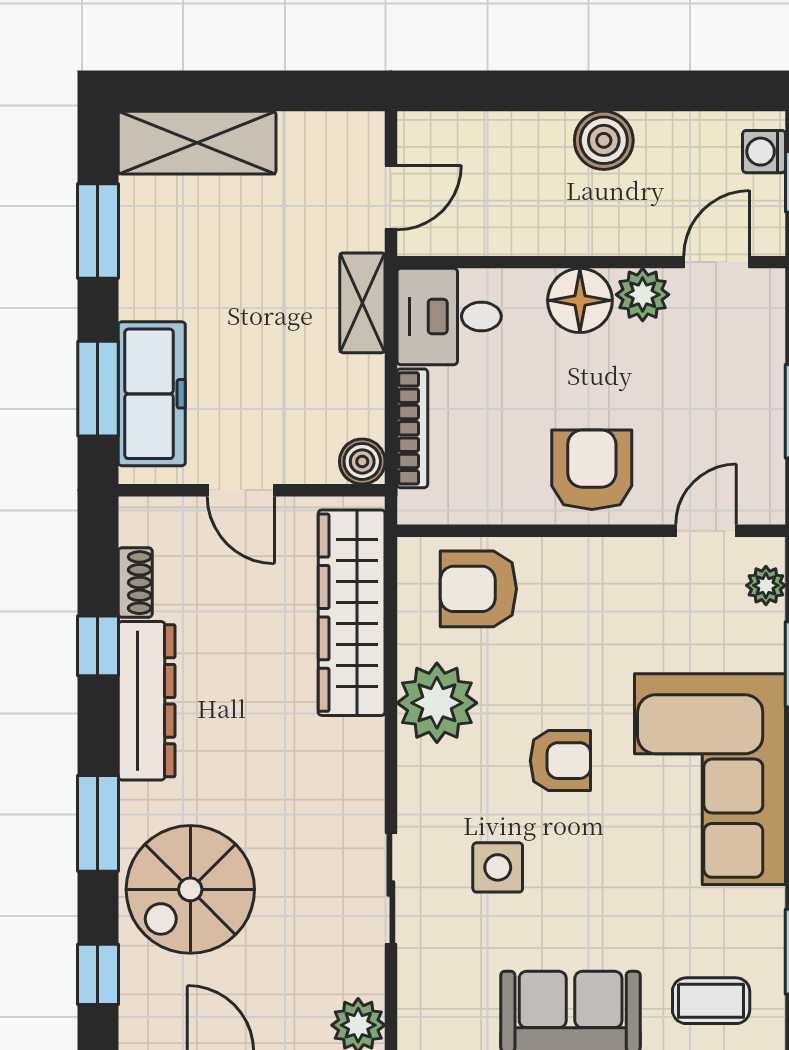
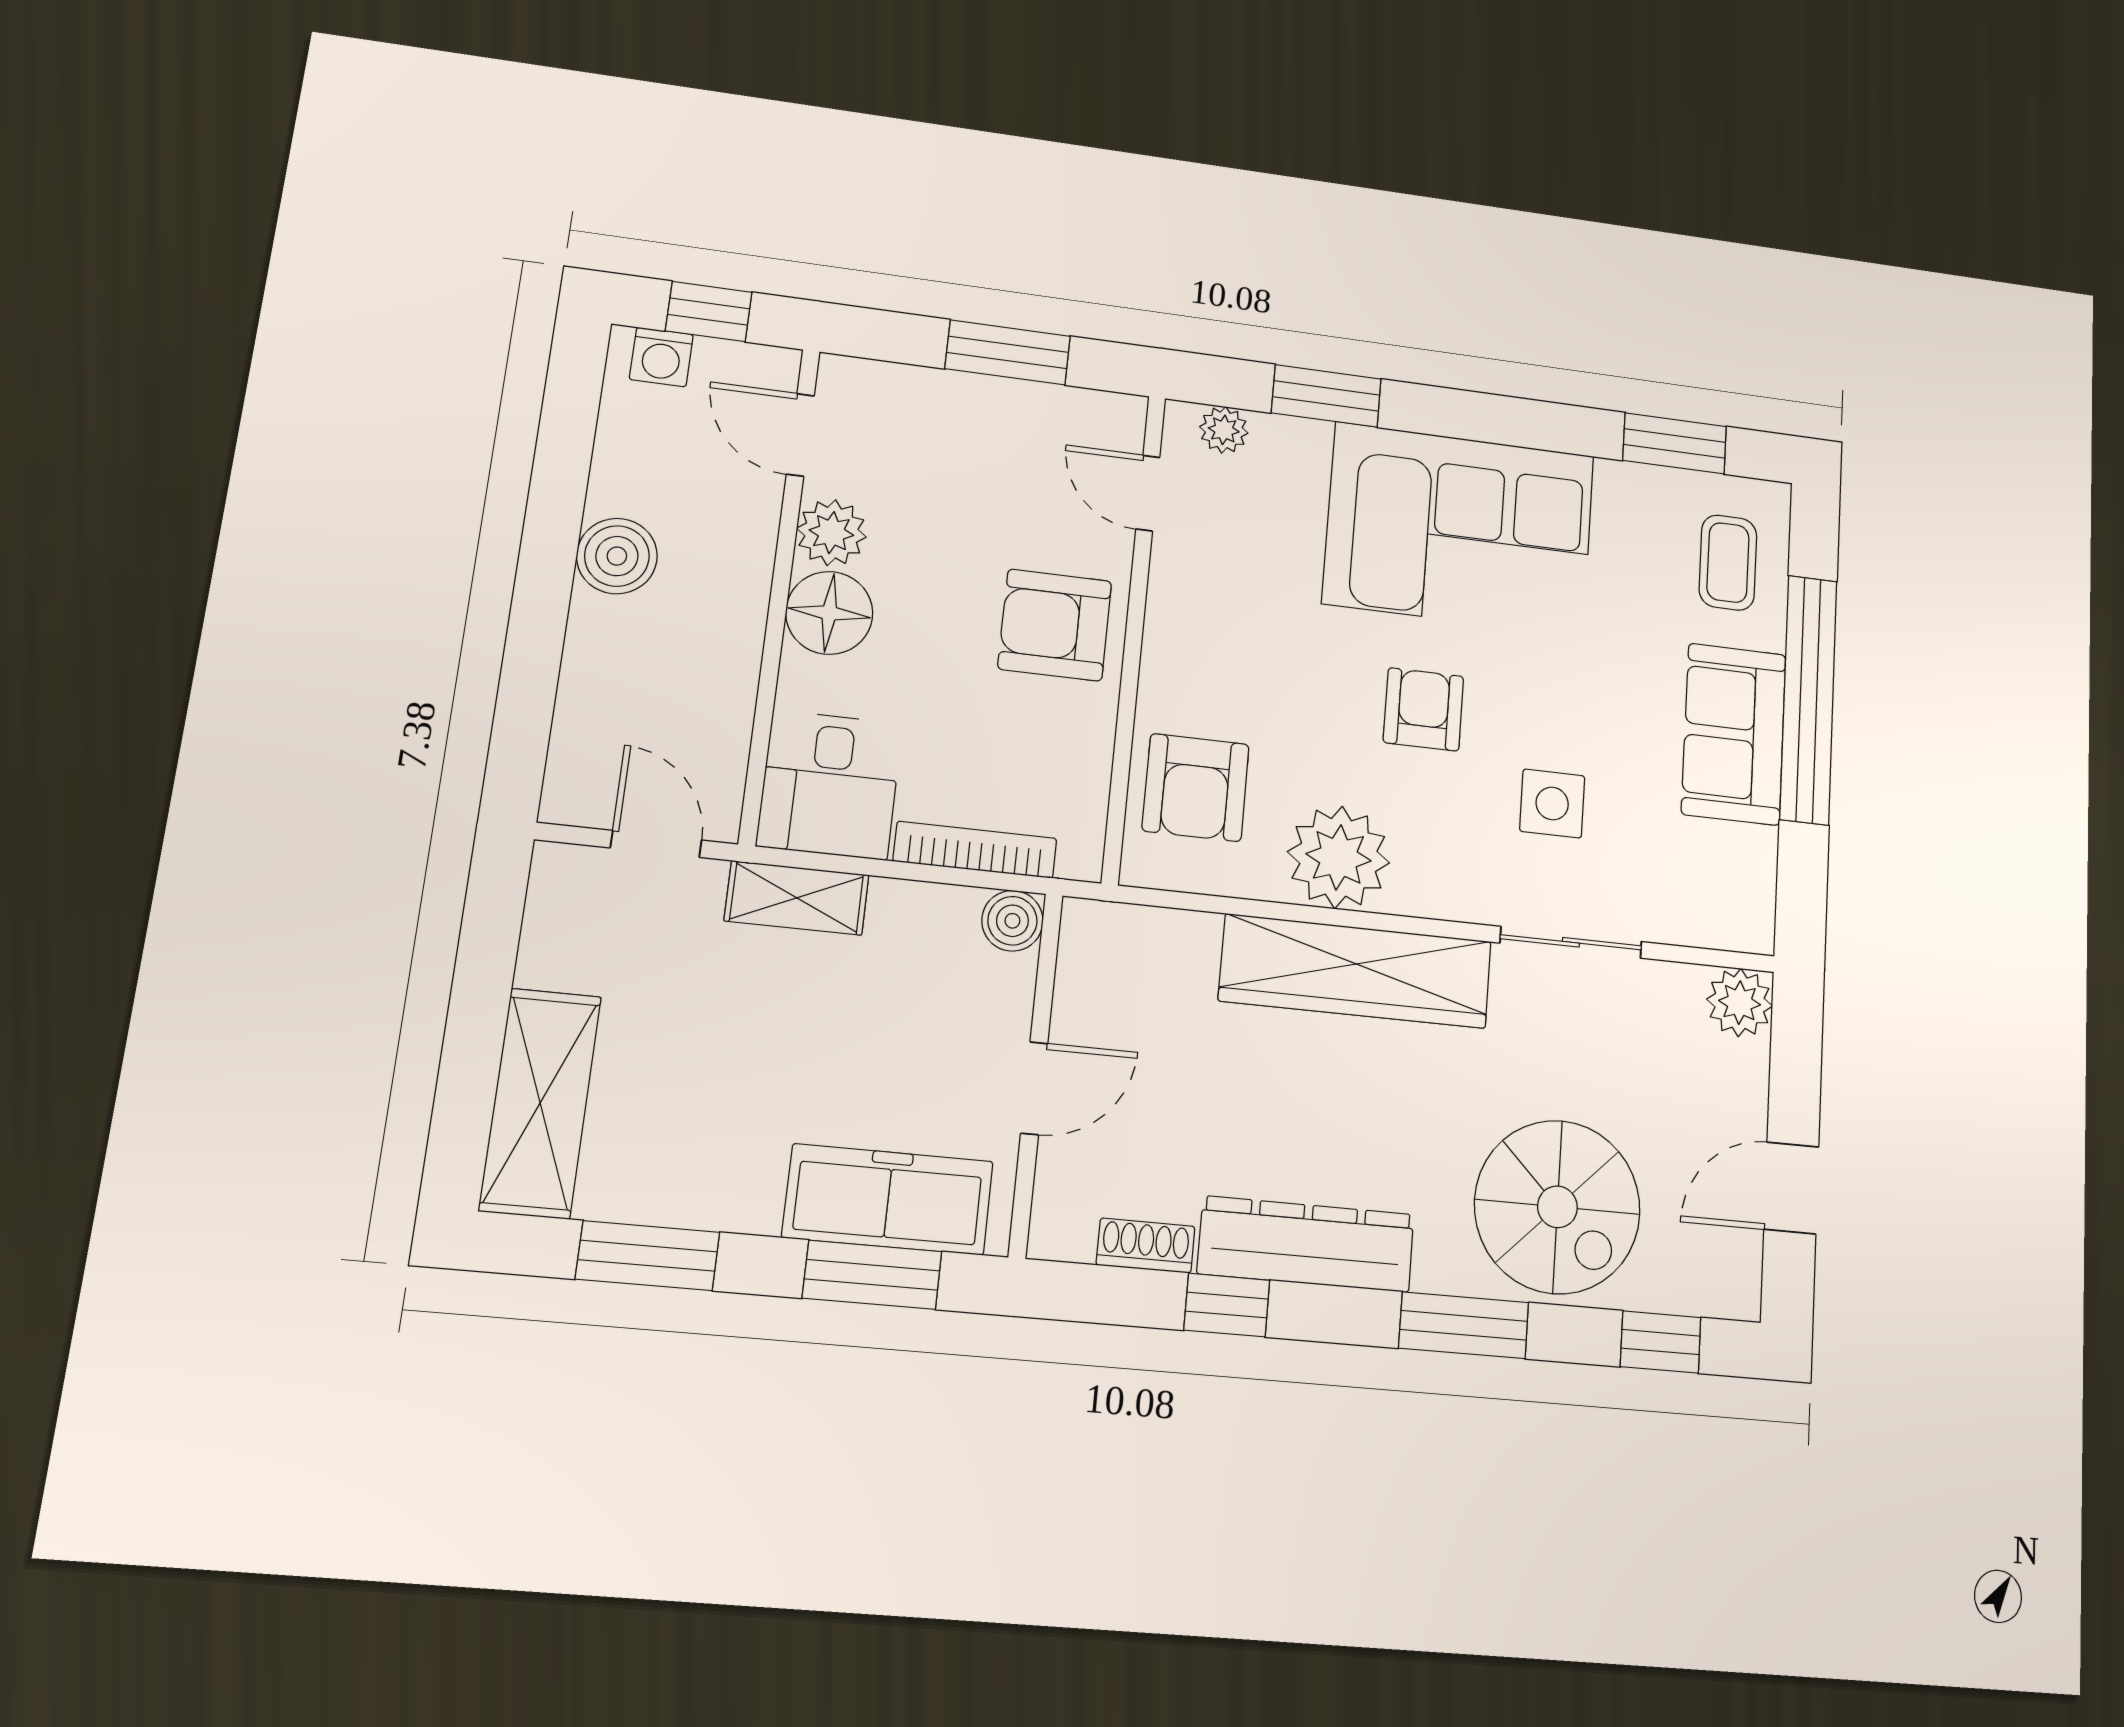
wardrobe: (352, 613) -> (1356, 971), moved

